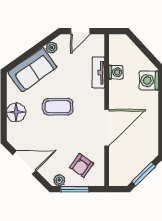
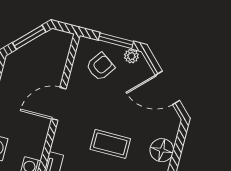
door: (107, 128) -> (59, 104), width x0.73

